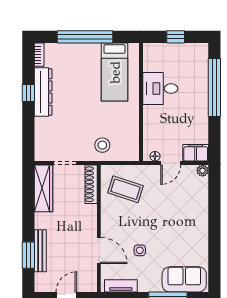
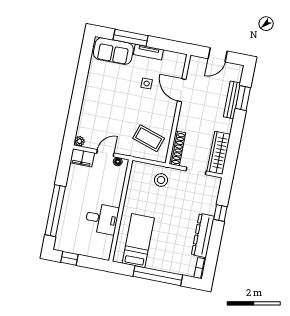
window: (176, 37) -> (69, 258), moved
window: (28, 93) -> (220, 213), moved
tv unit: (121, 286) -> (148, 52), moved

